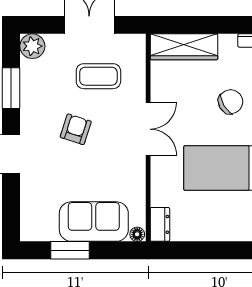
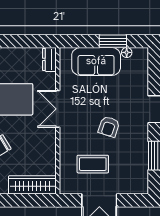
plant: (32, 46) -> (139, 185), removed
double door: (148, 129) -> (58, 109), moved
floor lamp: (137, 234) -> (127, 52), moved

